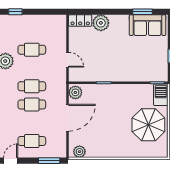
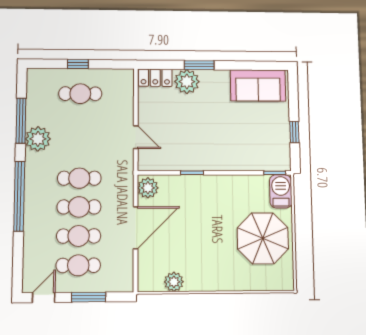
window: (15, 12) -> (78, 64), moved
window: (143, 12) -> (199, 65), moved
cafe table: (32, 50) -> (80, 94), moved
cafe table: (32, 123) -> (79, 236), added
plant: (79, 152) -> (174, 282), moved
window: (49, 161) -> (89, 297), moved

